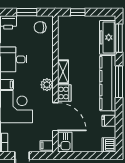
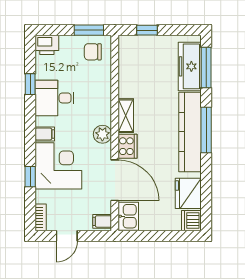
window: (27, 12) -> (89, 30), moved
fridge: (109, 121) -> (188, 193), width x1.88, depth x1.34

